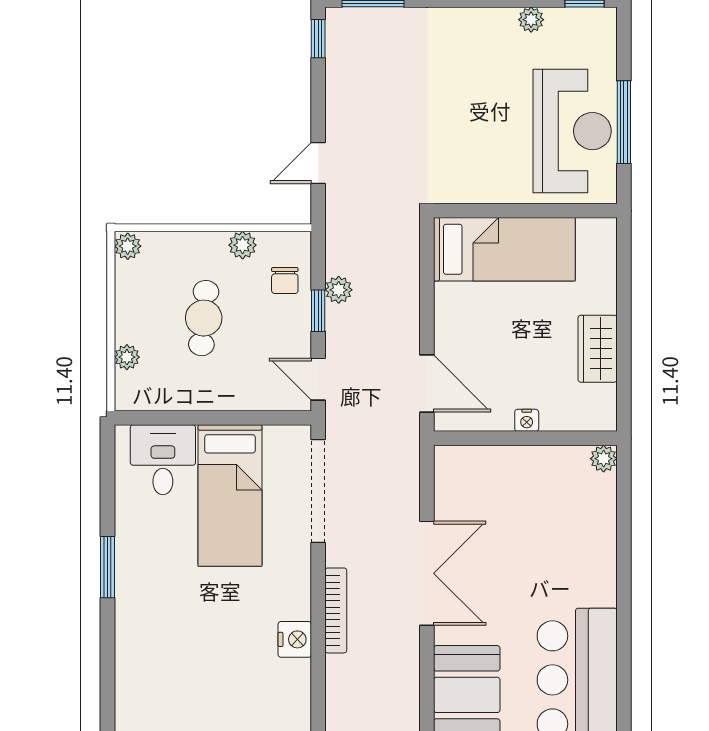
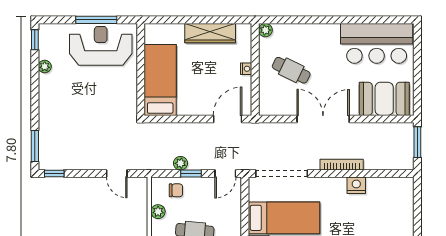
wardrobe: (598, 349) -> (210, 33), width x1.50
cafe table: (524, 510) -> (291, 70), added

